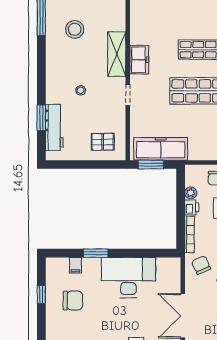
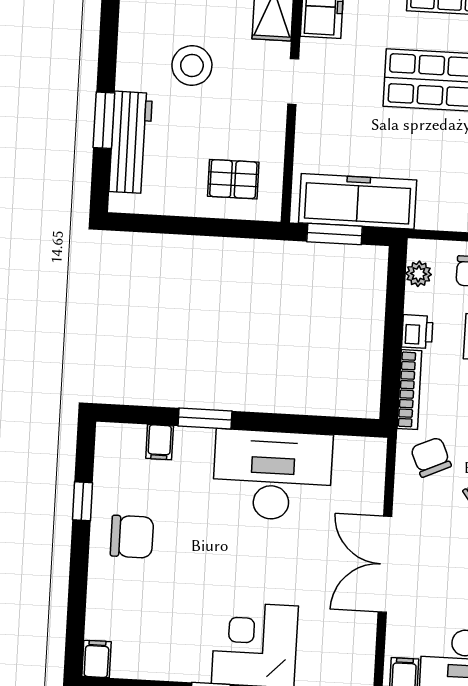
stool: (81, 90) -> (192, 65), width x1.89, depth x1.89
plant: (191, 193) -> (419, 274), moved
chair: (73, 301) -> (132, 537), moved

